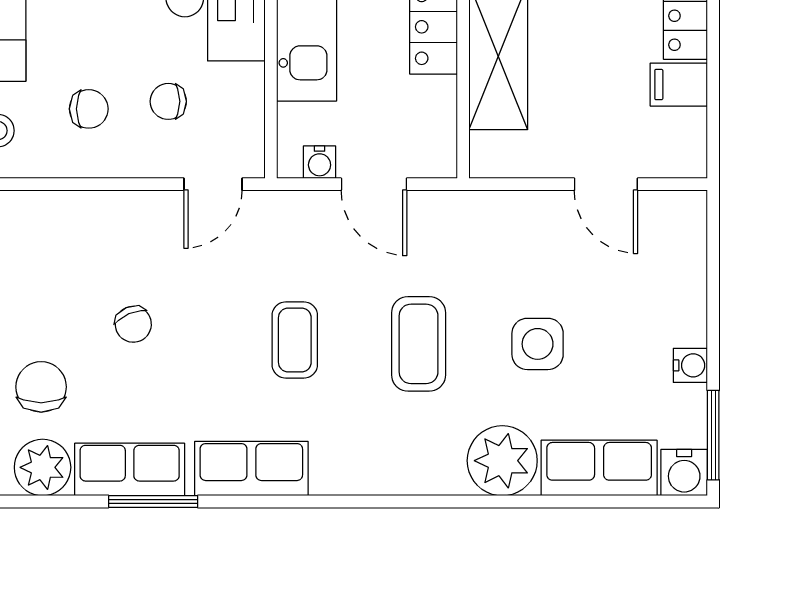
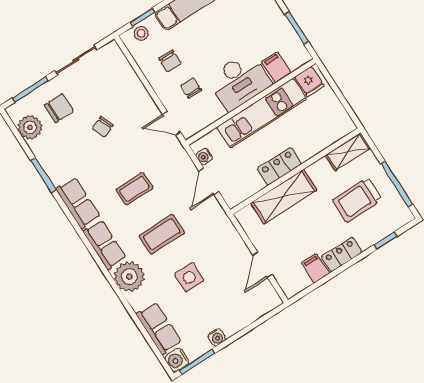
plant: (502, 461) -> (129, 277), moved
row of seats: (130, 469) -> (104, 245), moved

